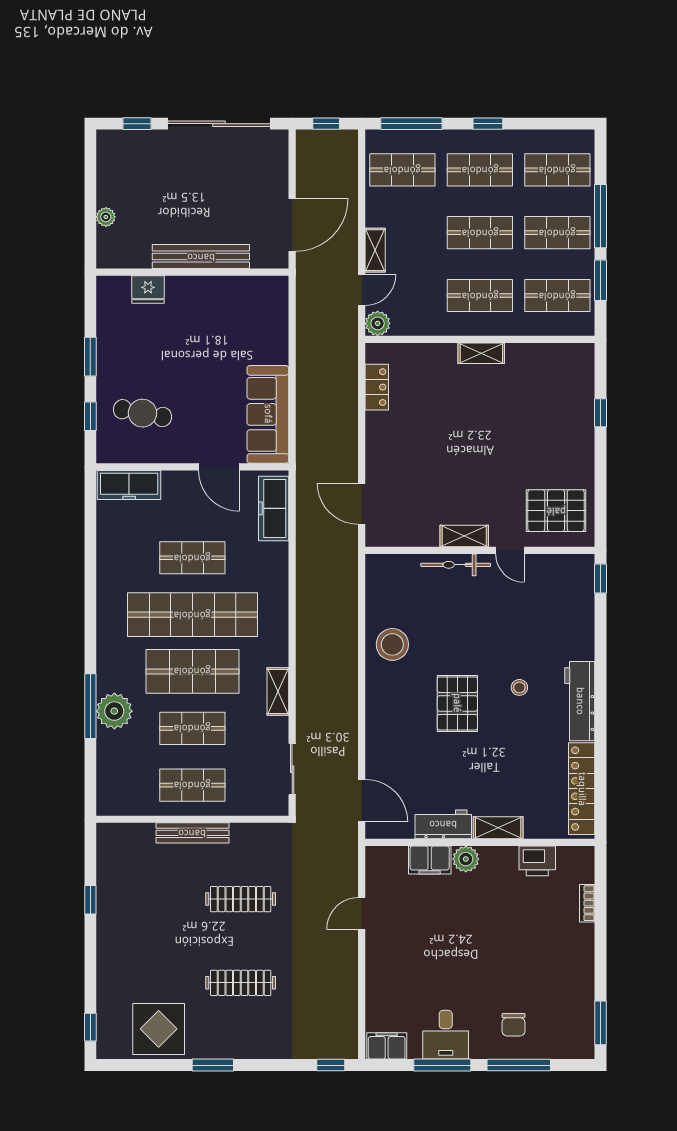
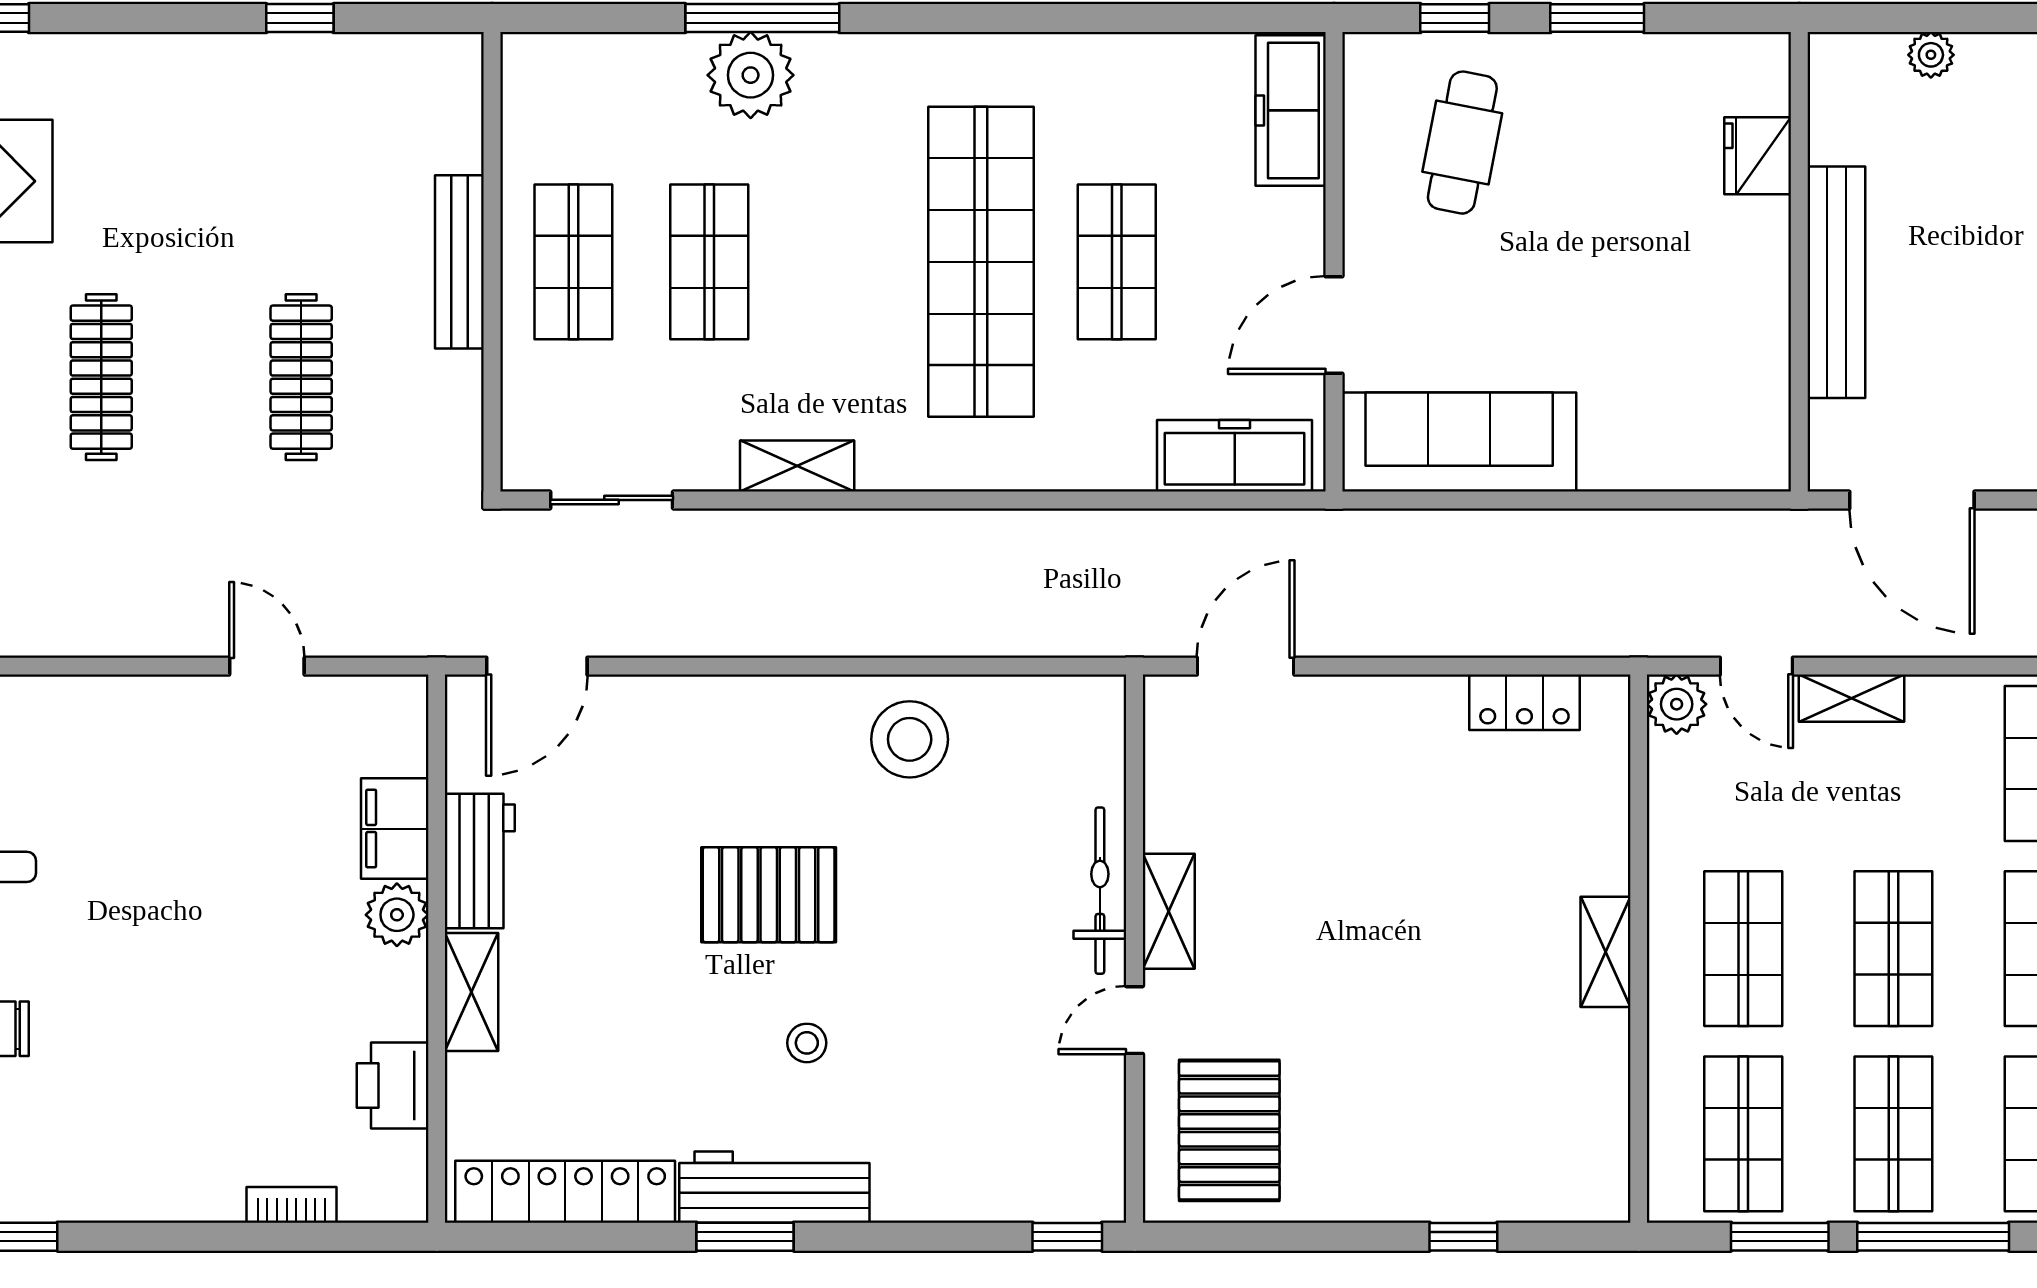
shop shelf: (192, 671) -> (845, 262), removed
window: (600, 713) -> (745, 1237), added

